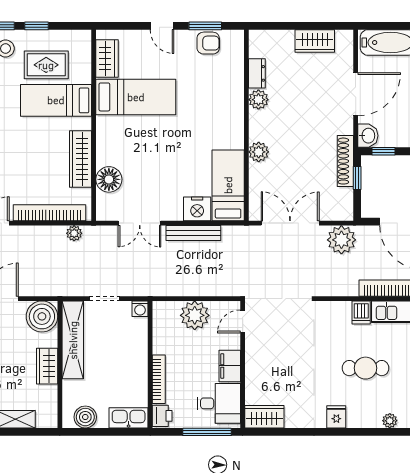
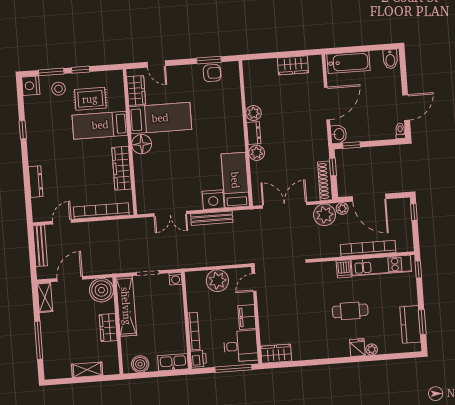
door: (162, 26) -> (156, 64), moved
dresser: (257, 73) -> (254, 133), moved
shoe rack: (345, 161) -> (325, 181), moved
floor lamp: (109, 179) -> (142, 144), moved
plant: (74, 233) -> (342, 209), moved
fridge: (336, 417) -> (357, 348), moved

